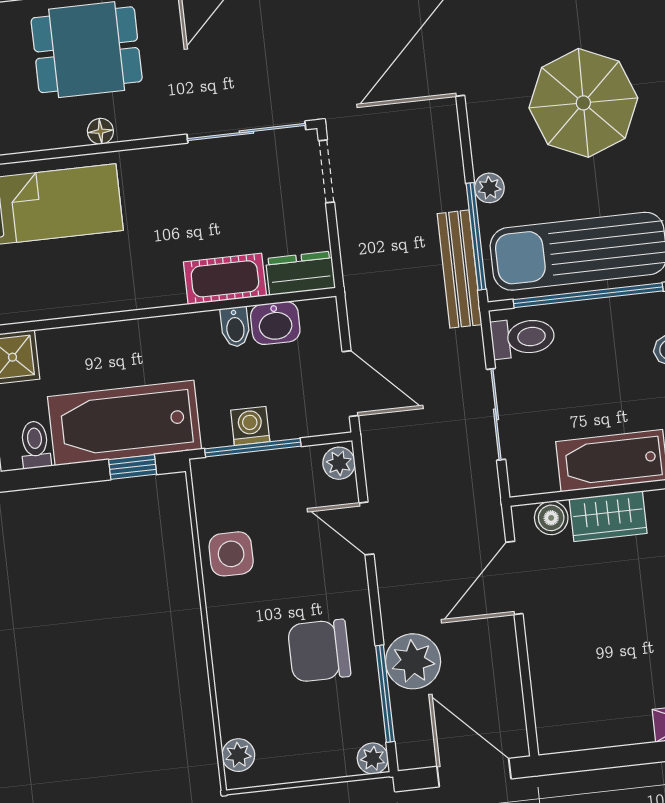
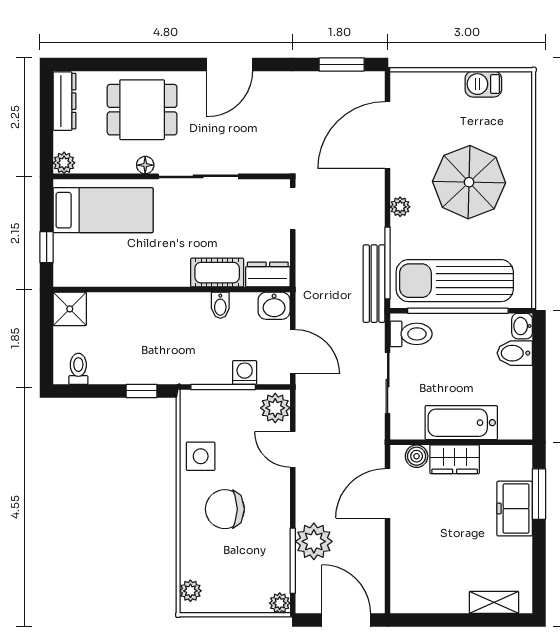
sliding door: (246, 132) -> (198, 176), moved
plant: (489, 188) -> (400, 207), moved
washbasin: (275, 323) -> (274, 306), moved
bathtub: (124, 423) -> (139, 361), removed
washing machine: (250, 426) -> (245, 372), moved
plant: (339, 463) -> (275, 408), width x1.38, depth x1.38
chair: (319, 651) -> (225, 509), moved

